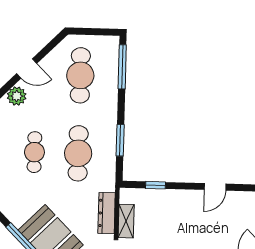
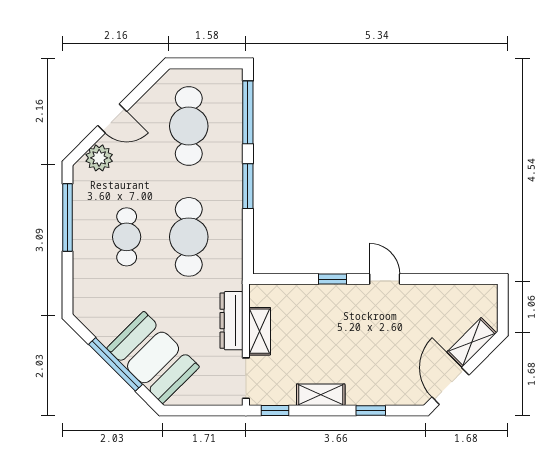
window: (120, 140) -> (248, 186), moved
window: (155, 185) -> (332, 279), moved
door: (215, 187) -> (385, 279), swing flipped

